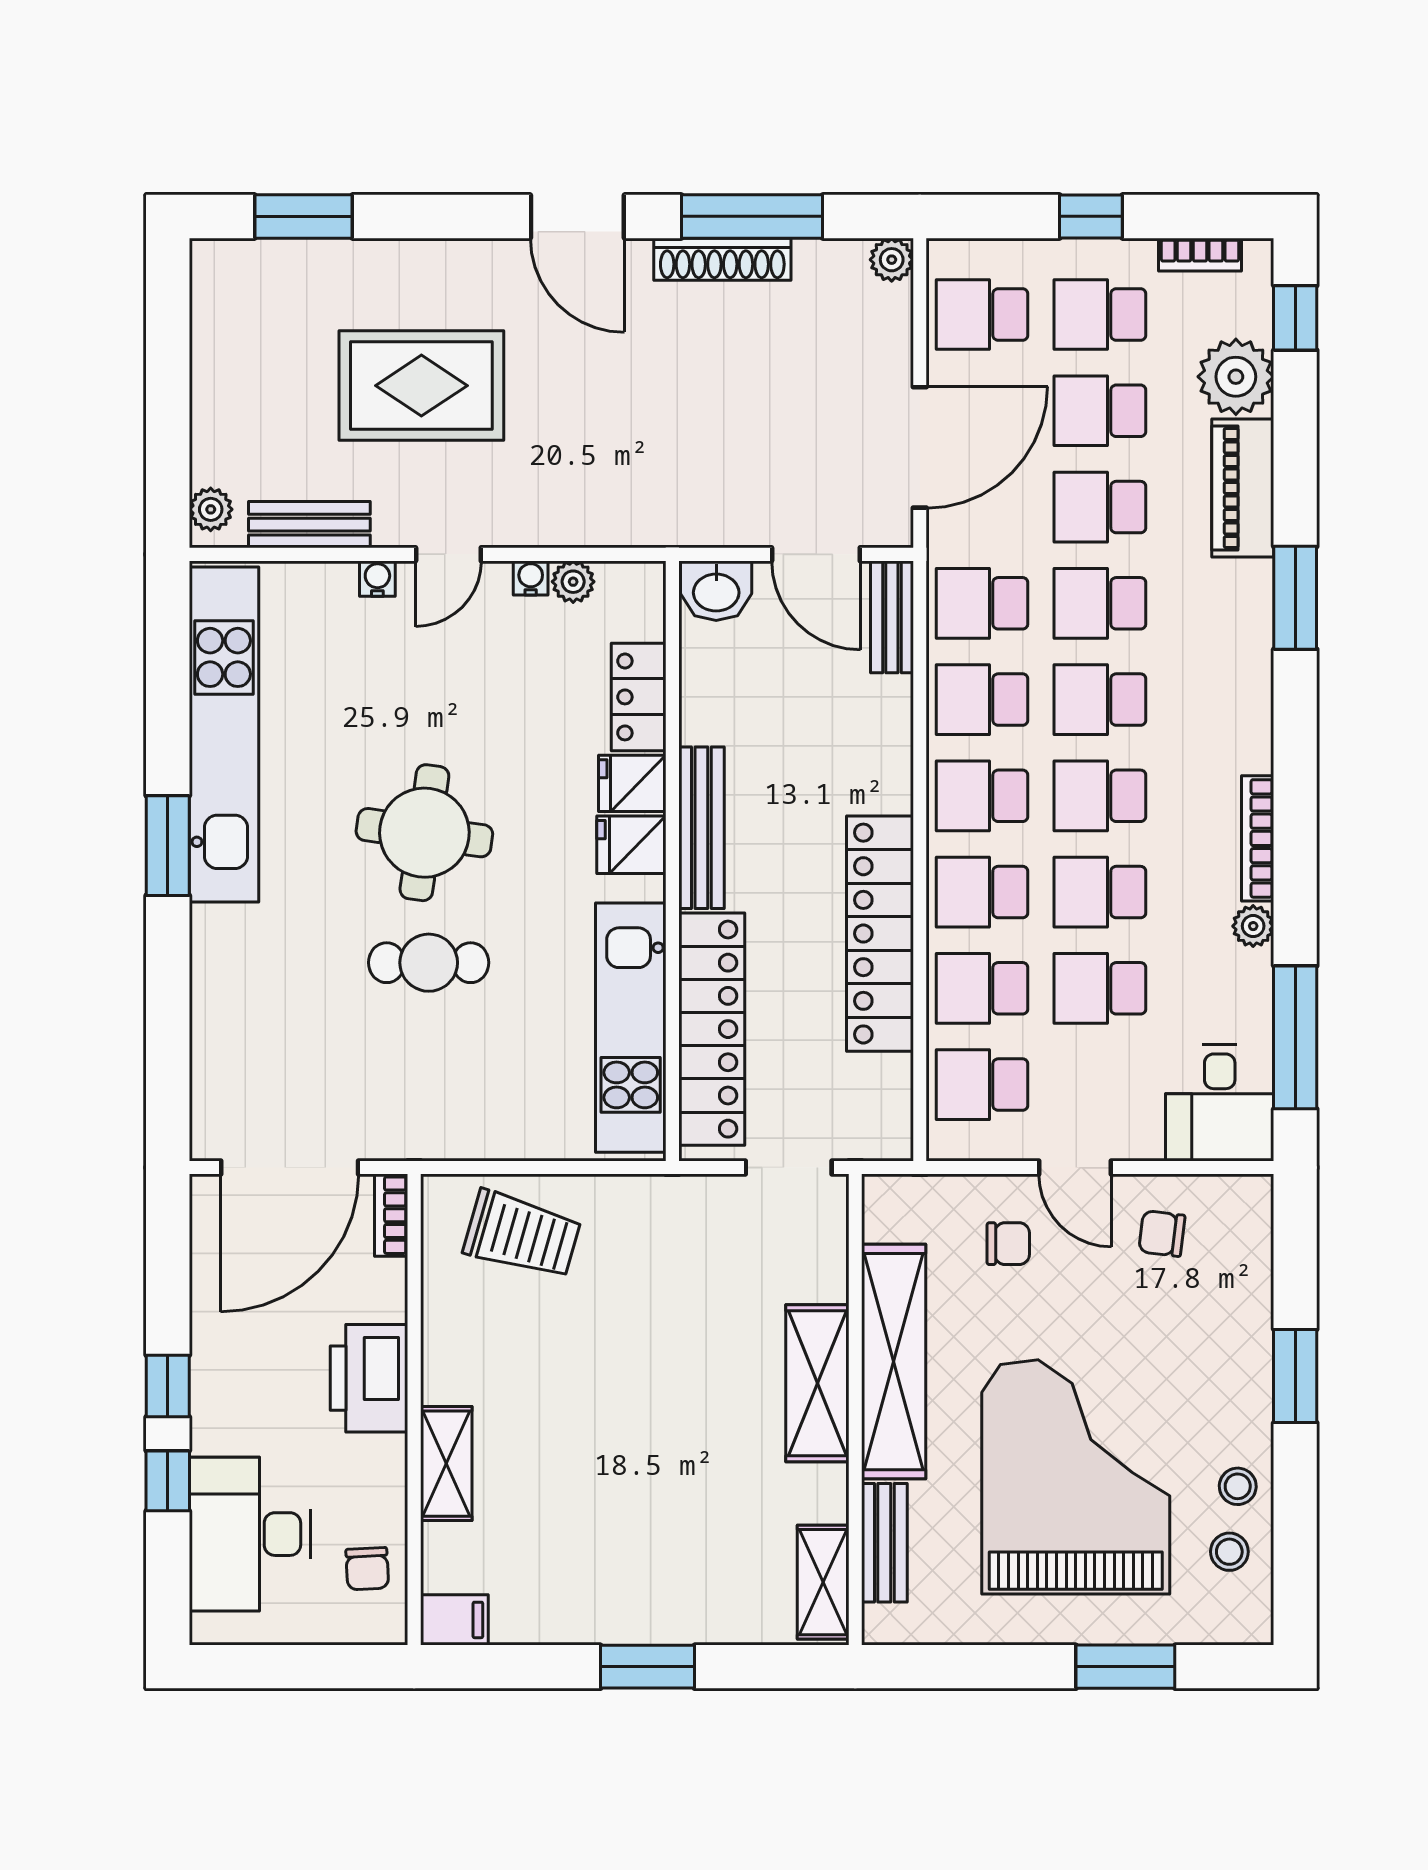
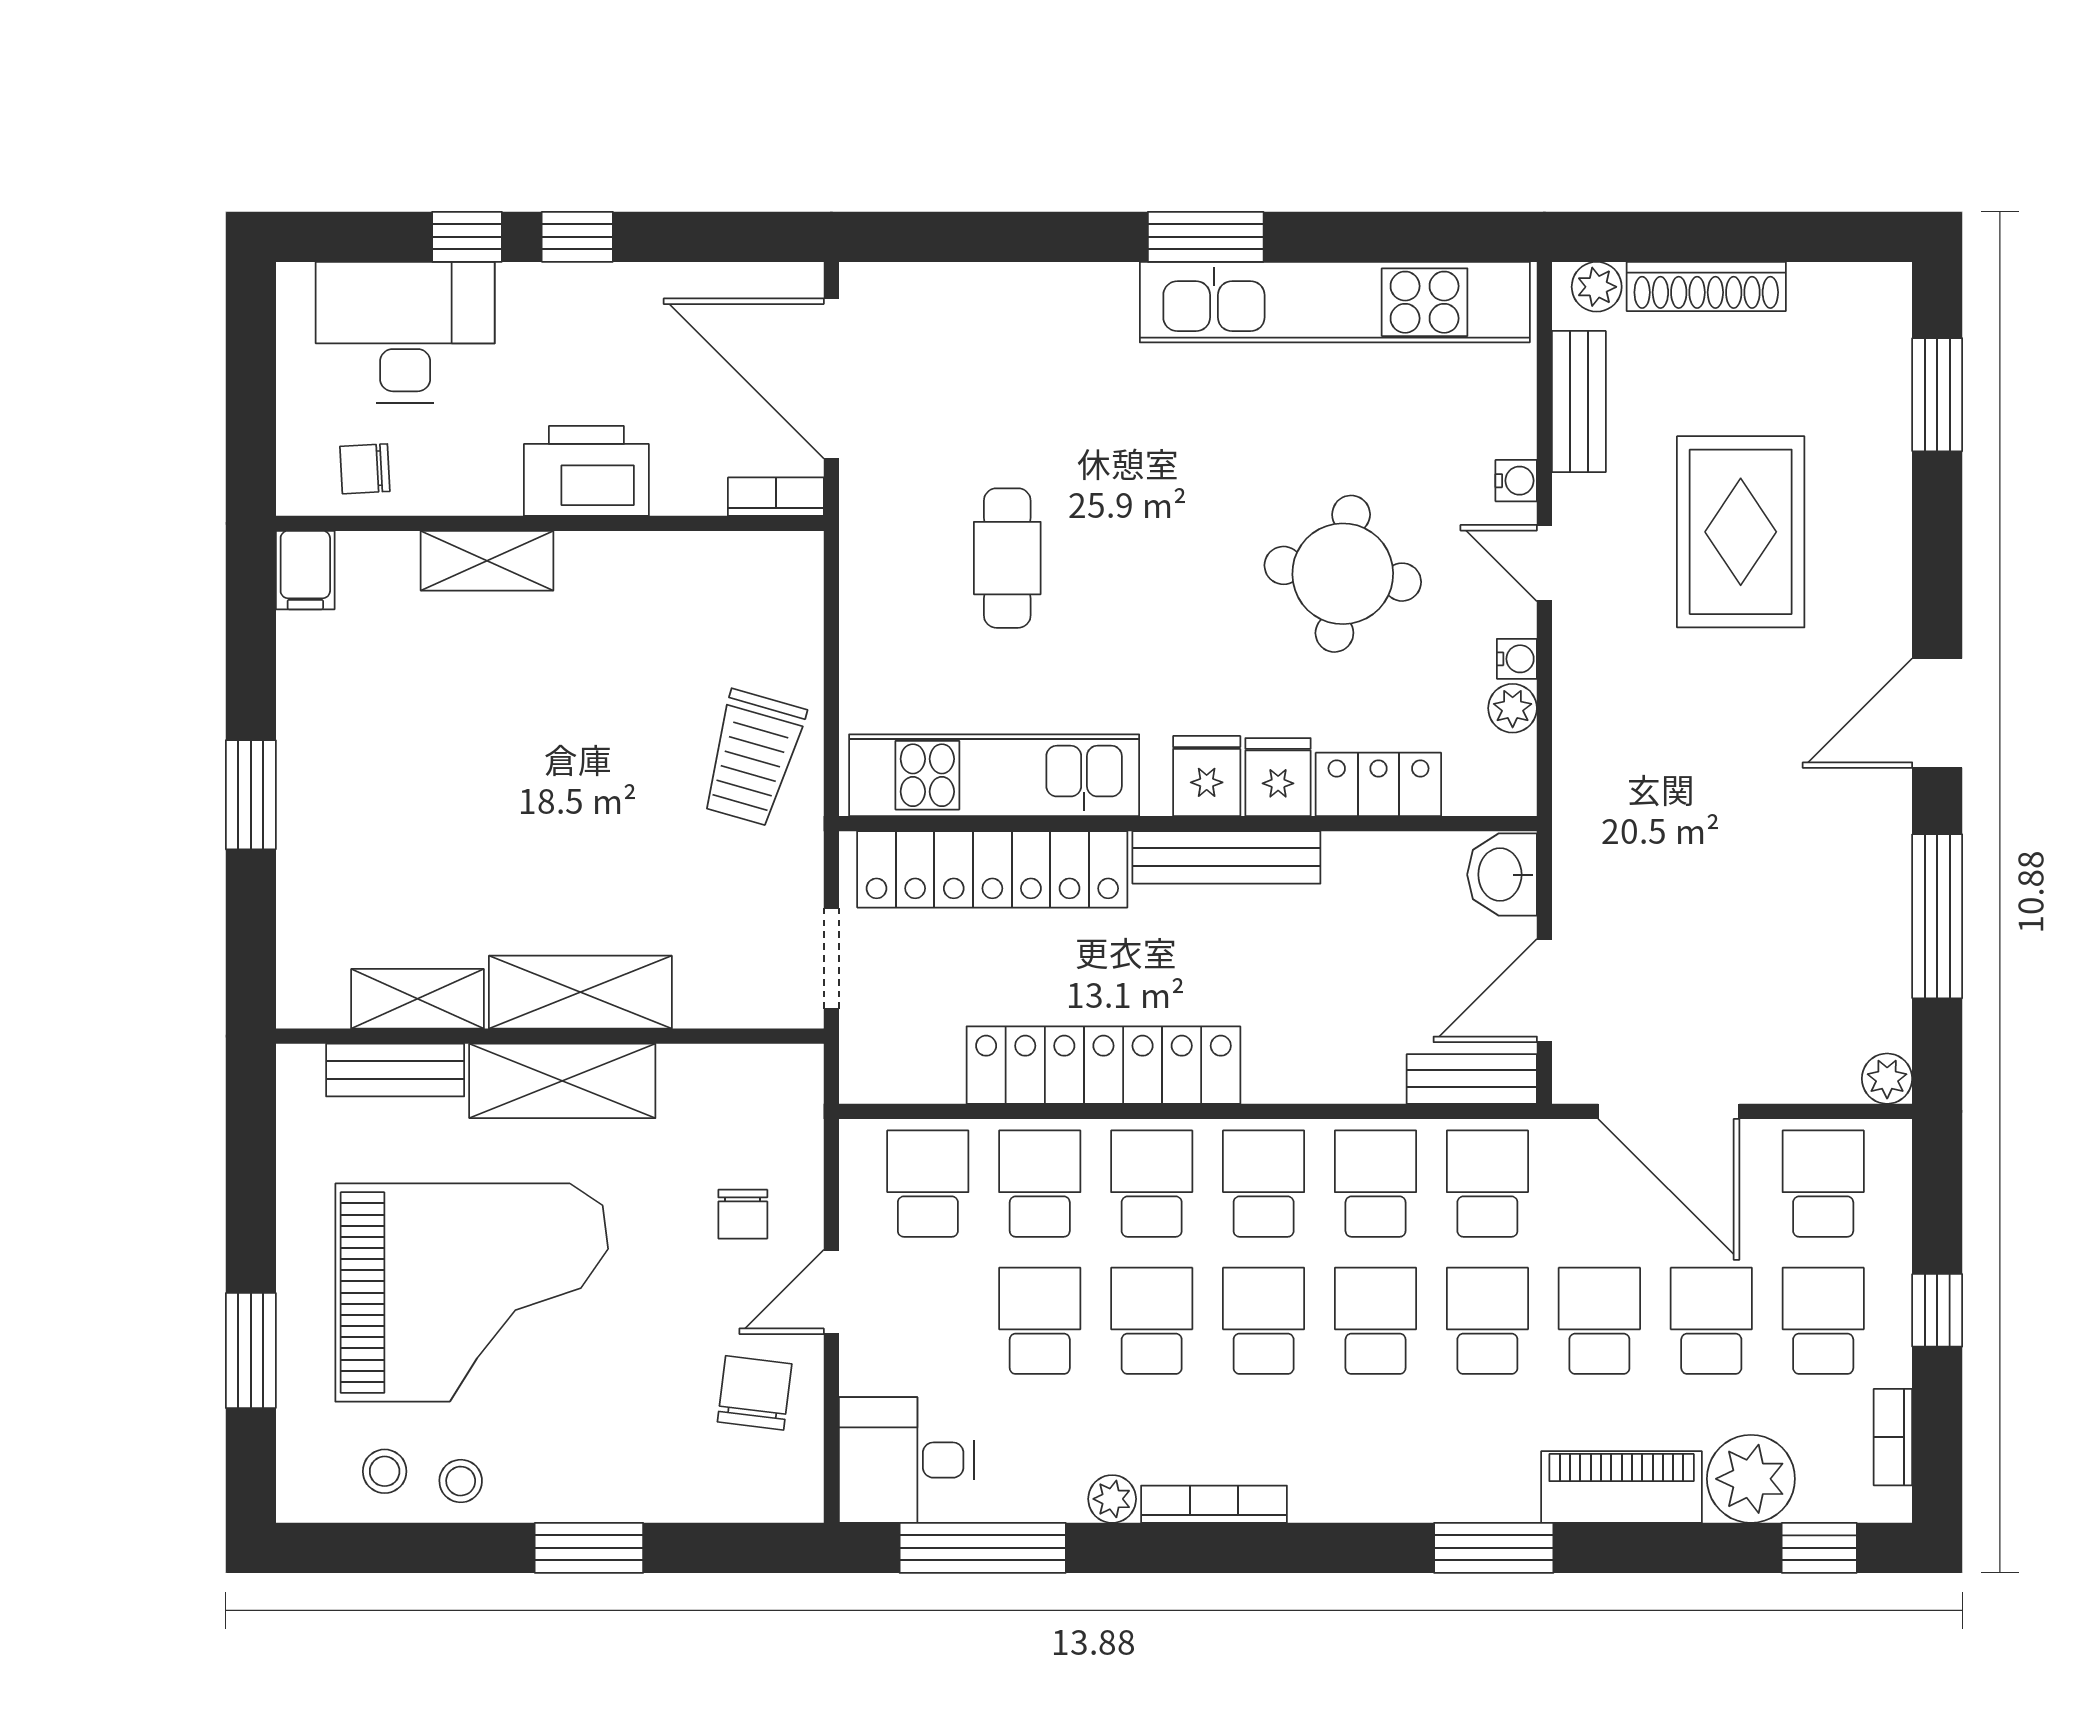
shoe rack: (722, 259) -> (1706, 286), moved, turned -90
round table: (424, 833) -> (1343, 574), moved
cafe table: (429, 963) -> (1007, 558), moved
chair: (1162, 1234) -> (755, 1393), width x1.37, depth x1.37
trolley: (522, 1235) -> (753, 758), moved
shelving: (894, 1362) -> (562, 1081), width x0.68
shelving: (823, 1582) -> (418, 999), moved

